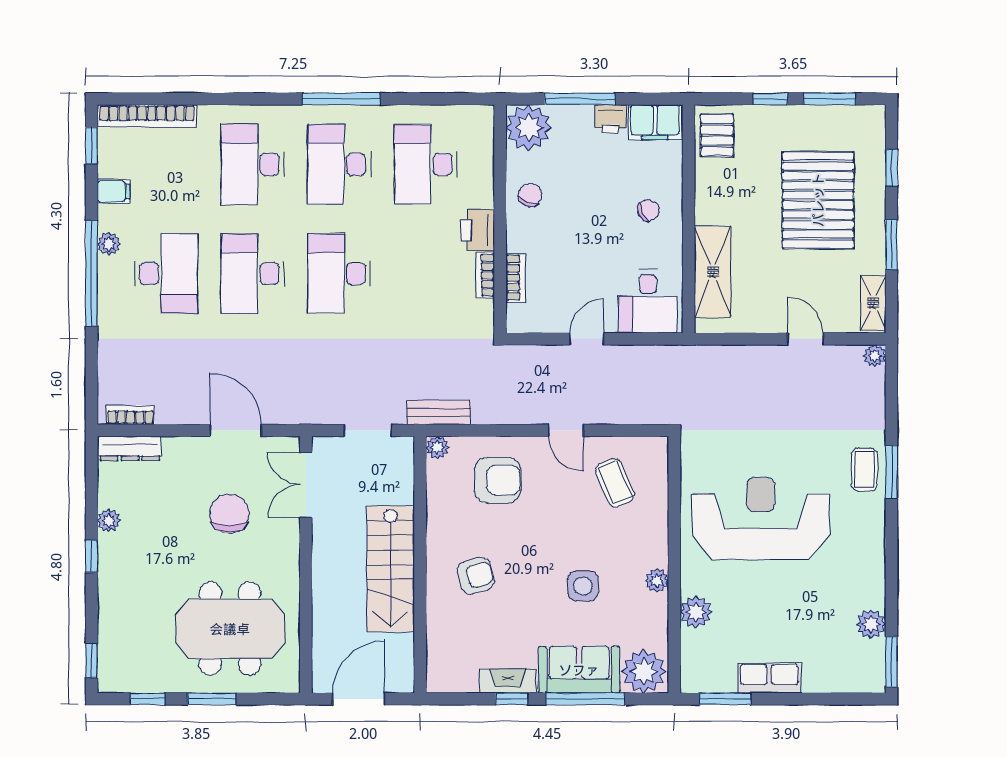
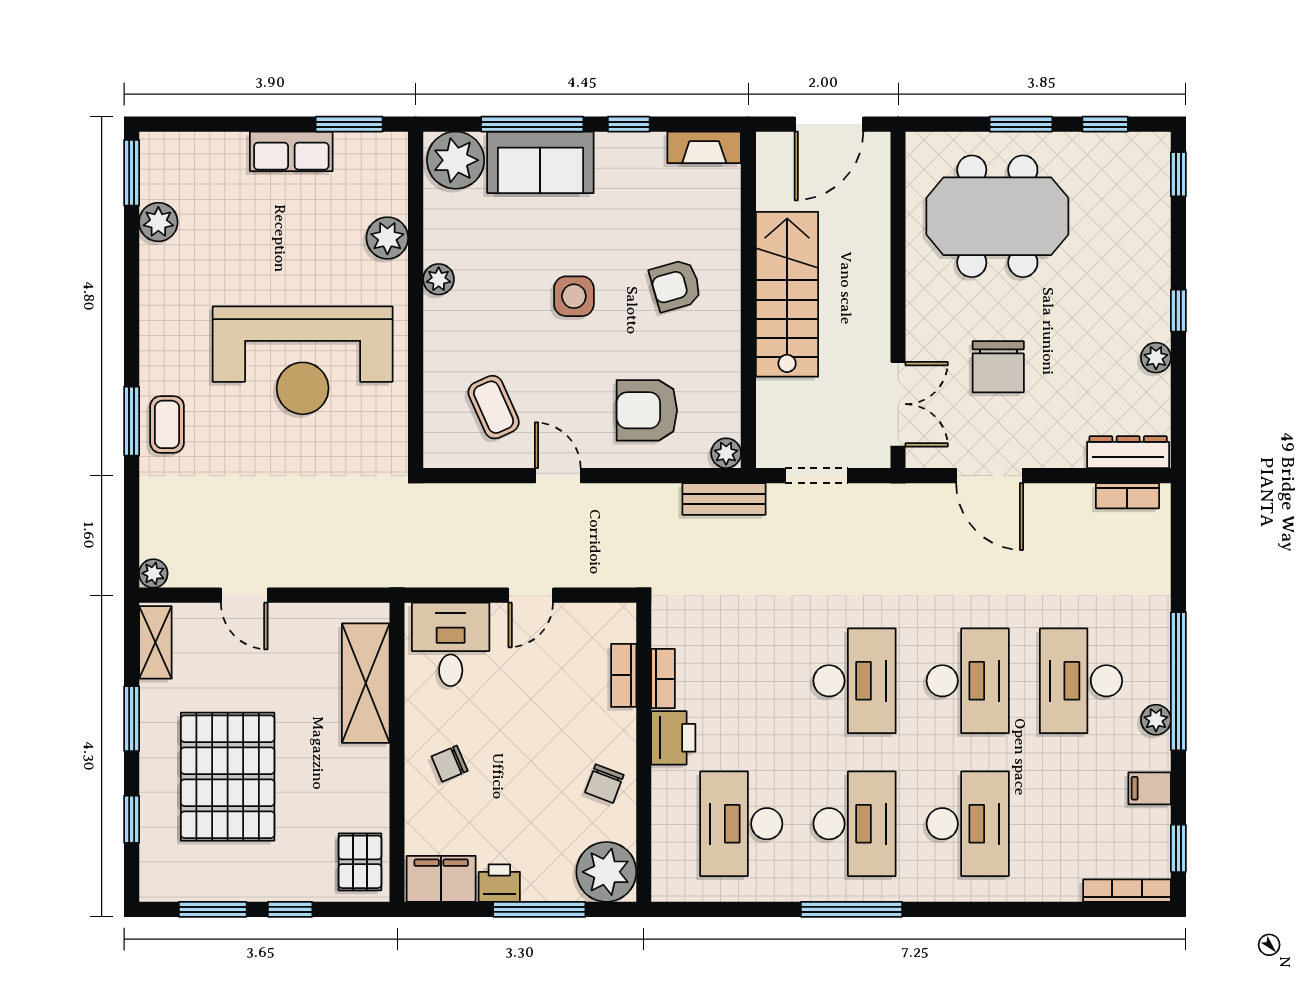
bookcase: (147, 116) -> (1127, 891), width x0.68, depth x0.76
desk: (426, 164) -> (741, 824), turned 180
side table: (583, 586) -> (574, 296), moved
fireplace: (508, 681) -> (704, 147), moved

